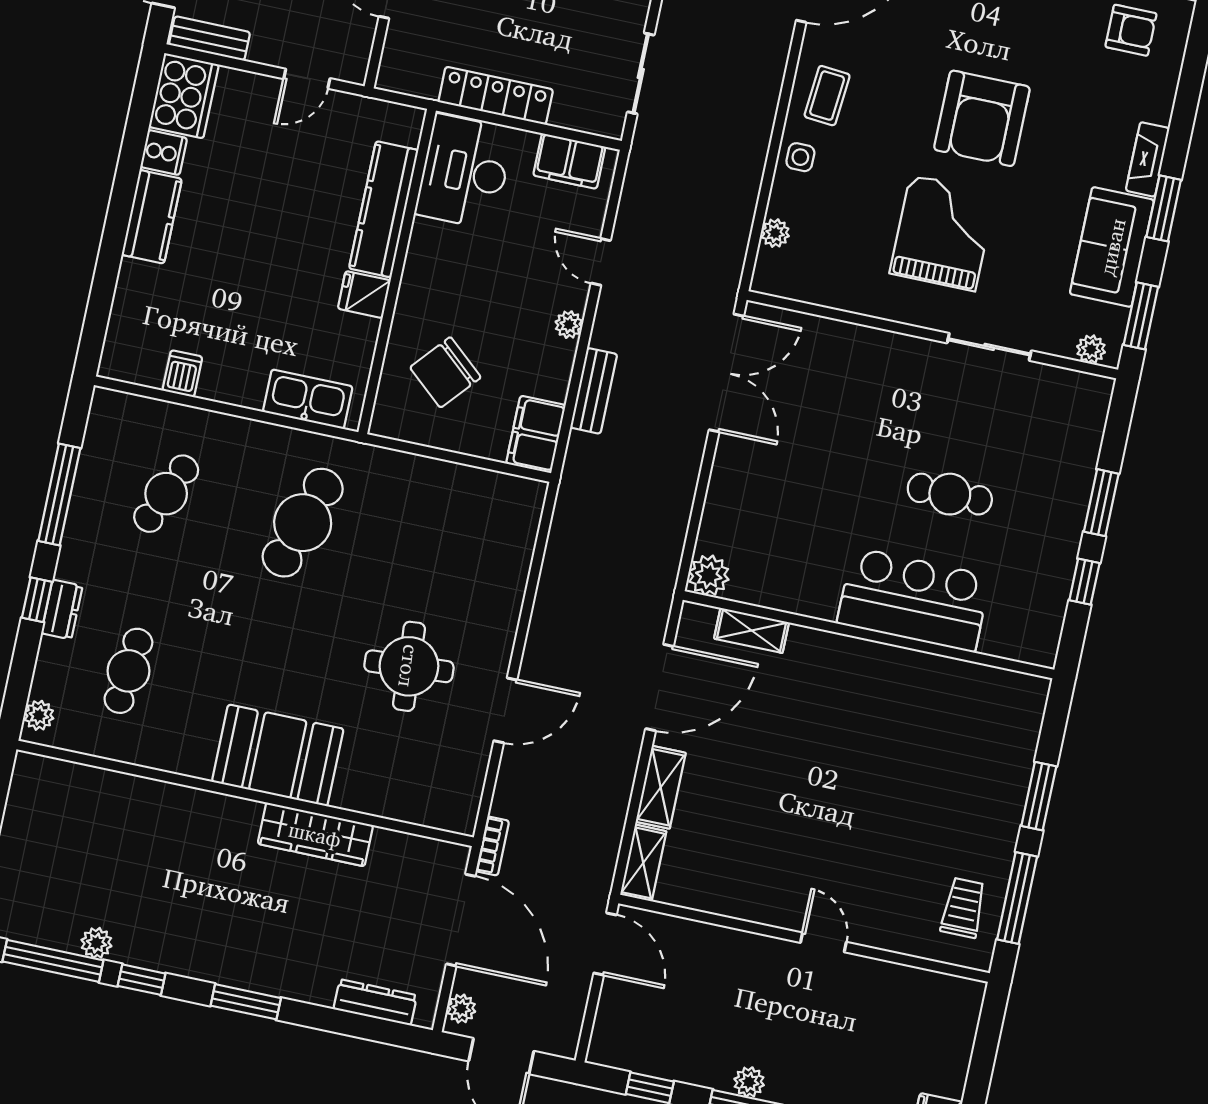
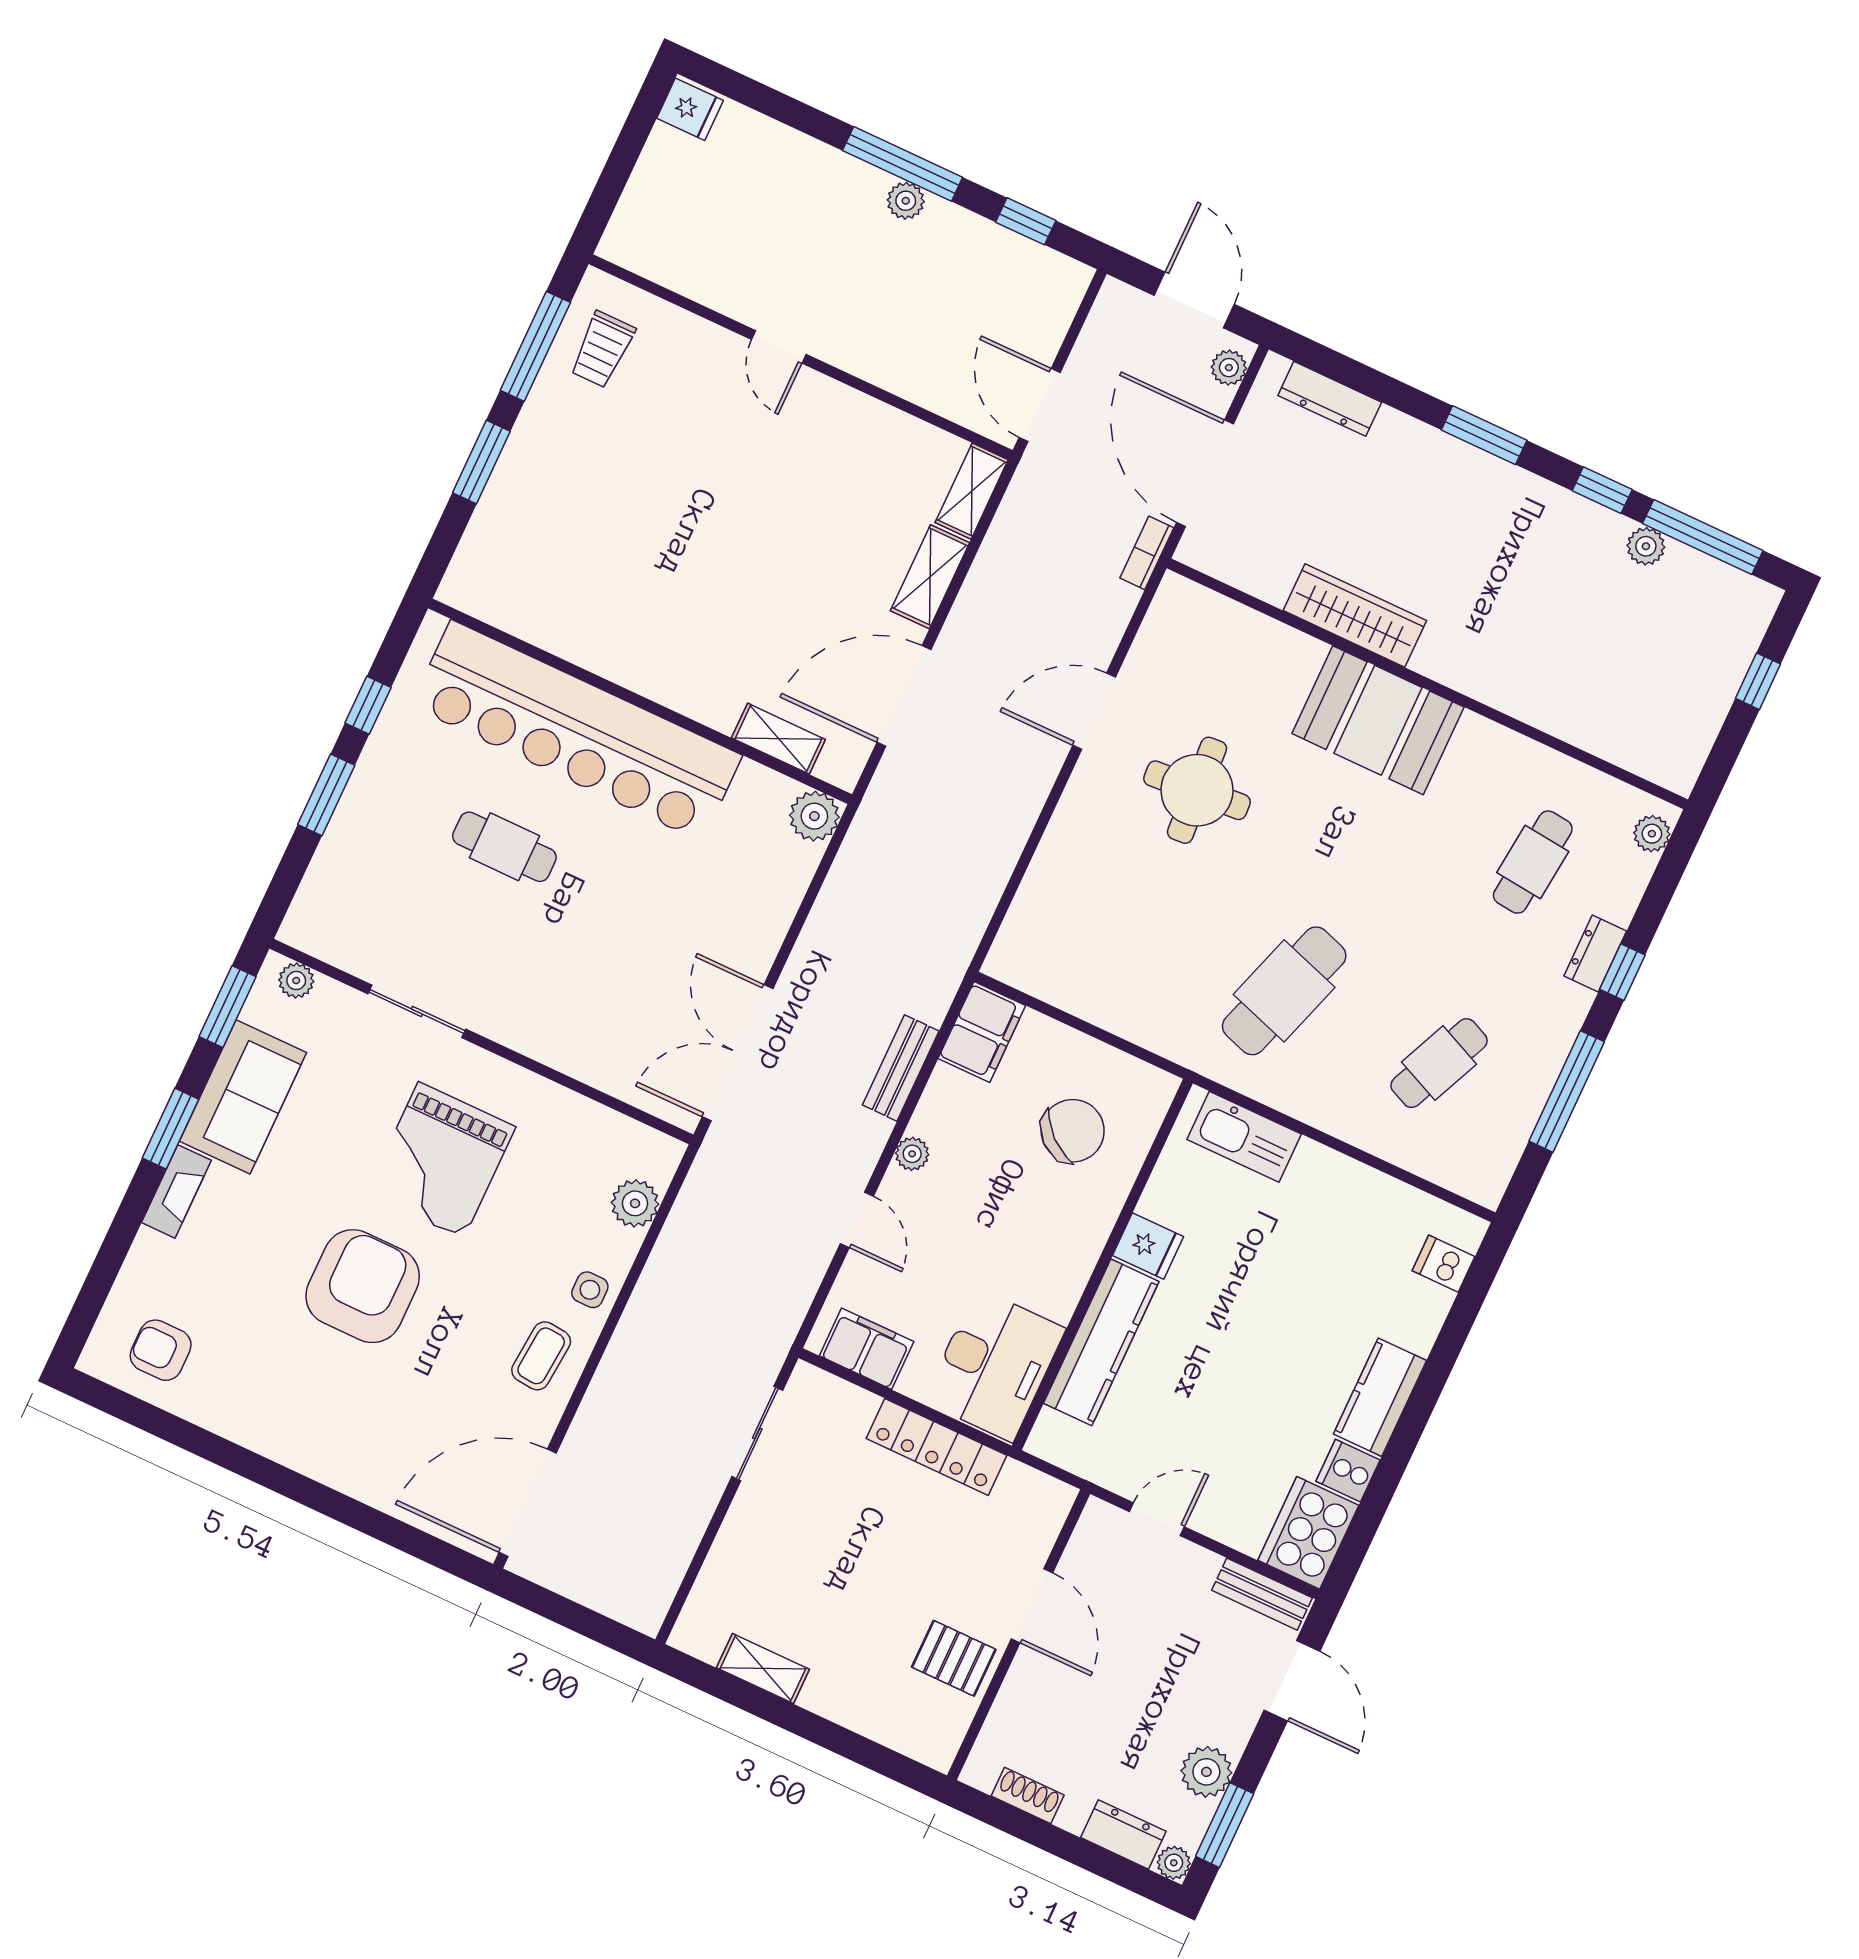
plant: (775, 233) -> (635, 1203), width x1.38, depth x1.38
dishwasher: (182, 374) -> (1444, 1264), moved, turned 90
bar counter: (914, 600) -> (577, 731), width x1.86

